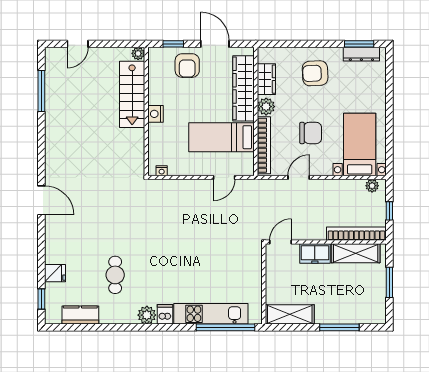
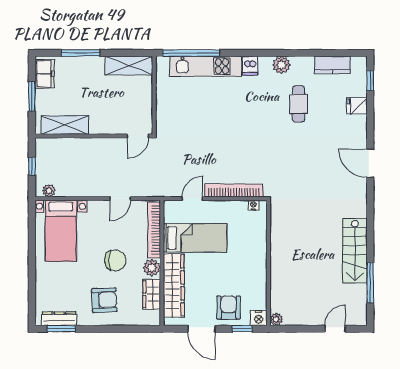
stairs: (132, 94) -> (355, 251), moved, turned 180
nightstand: (156, 114) -> (259, 318), moved, turned 90
chair: (311, 133) -> (115, 260), moved, turned 180
door: (41, 200) -> (370, 163), moved
bookcase: (356, 234) -> (234, 190), moved, turned 180
freezer: (315, 253) -> (45, 74), moved, turned 90
plant: (147, 315) -> (281, 65), moved

